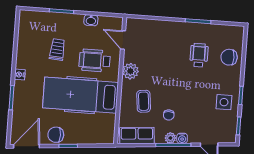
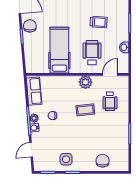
wheelchair: (199, 55) -> (110, 101), moved, turned 90
hospital bed: (81, 95) -> (59, 50), width x0.73, depth x0.78
coffee table: (144, 101) -> (85, 110), moved

